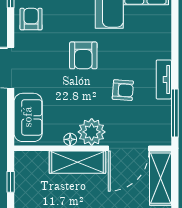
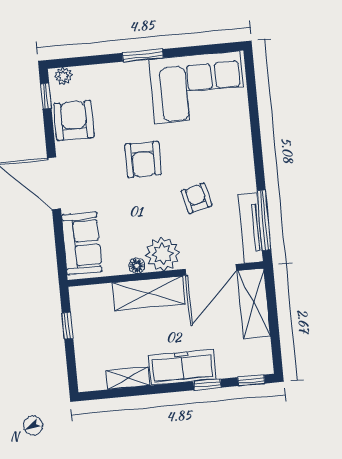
armchair: (31, 19) -> (74, 120), width x1.38, depth x1.38
tv unit: (164, 79) -> (251, 228), moved, width x1.41
armchair: (123, 90) -> (197, 198), turned -108

